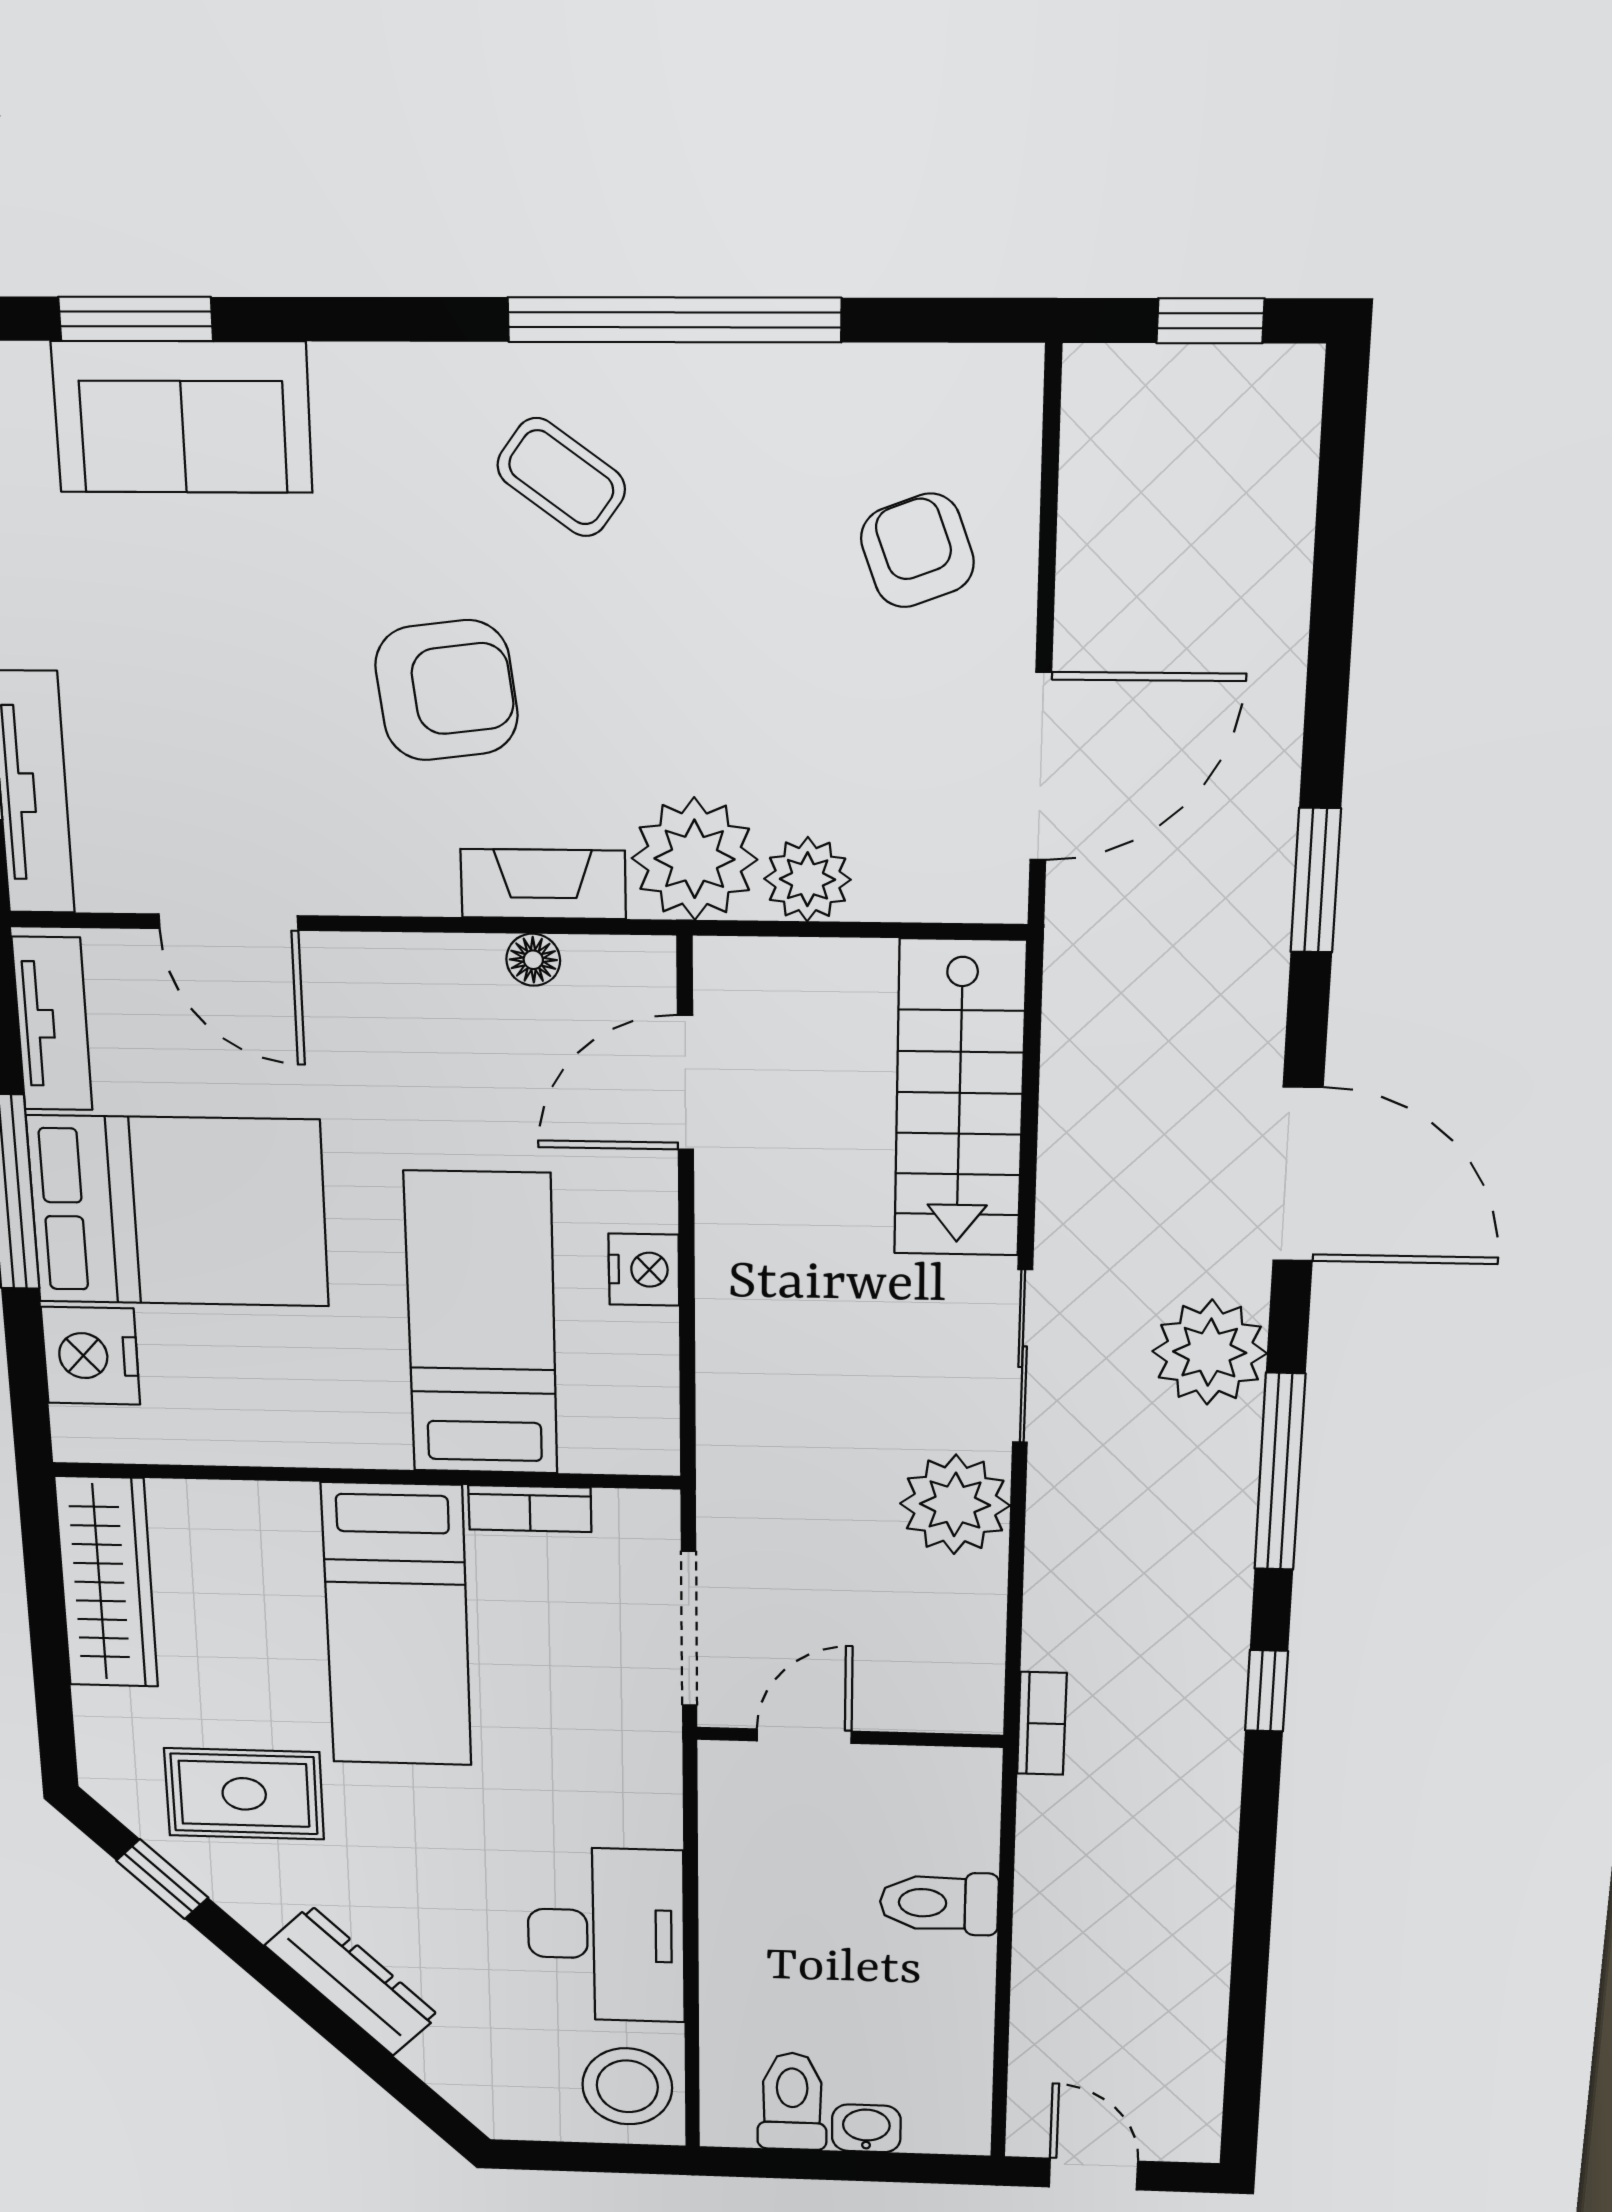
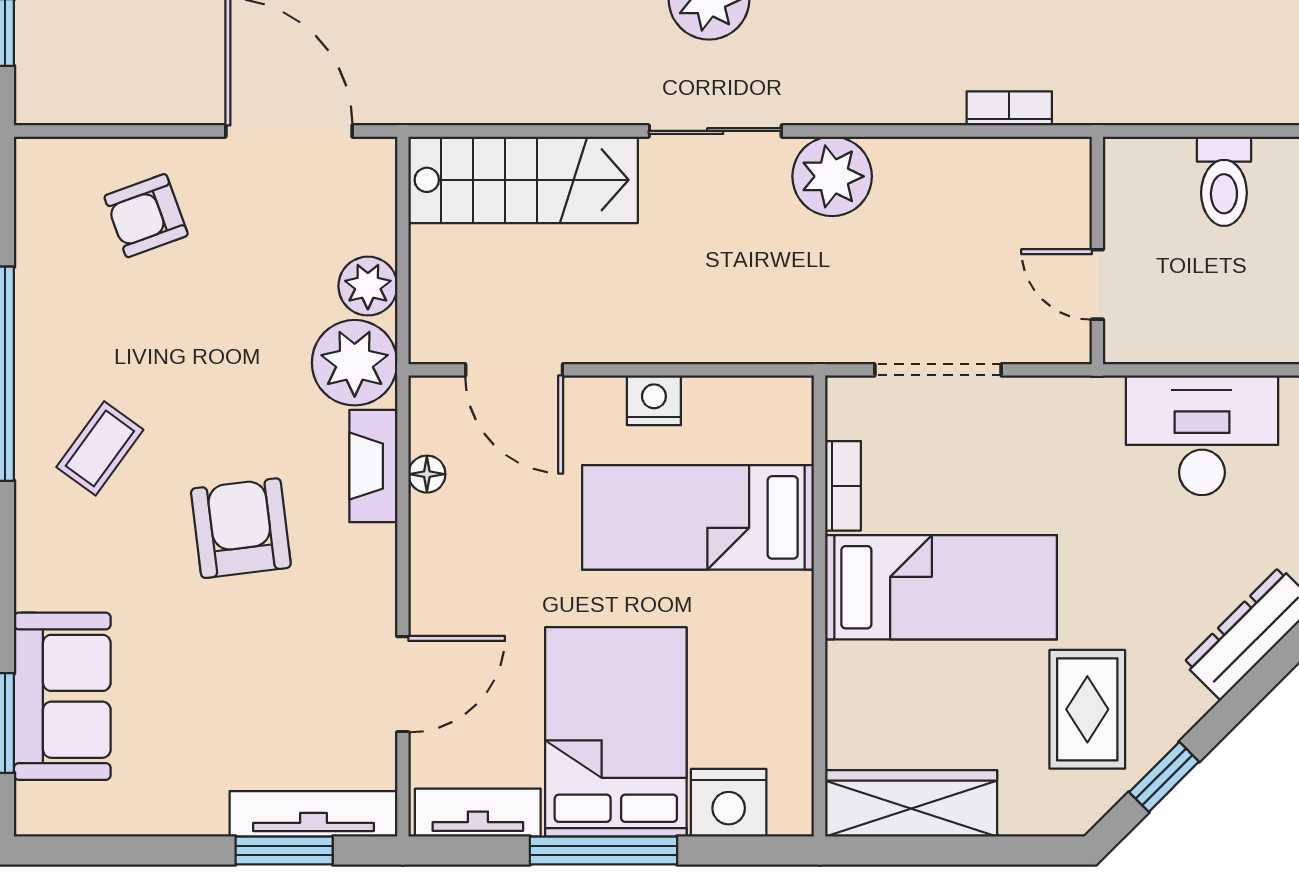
door: (804, 1736) -> (1097, 284), moved
wall: (850, 1737) -> (1097, 250), moved
toilet: (939, 1903) -> (1224, 181), moved

